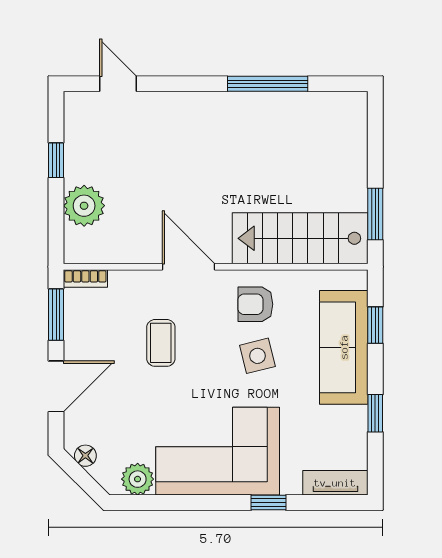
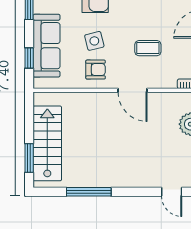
window: (375, 214) -> (29, 158), moved
stairs: (300, 238) -> (47, 143), moved, turned -90
coffee table: (161, 343) -> (148, 48), turned 90

